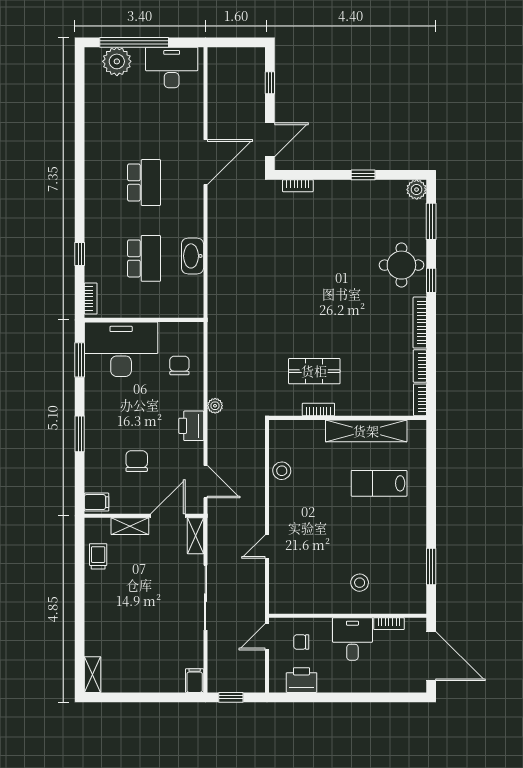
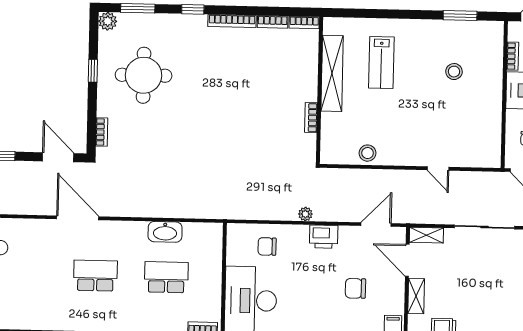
round table: (401, 265) -> (144, 75), moved, width x1.36, depth x1.36
shop shelf: (314, 371) -> (275, 121), removed
stool: (360, 583) -> (454, 72), moved

